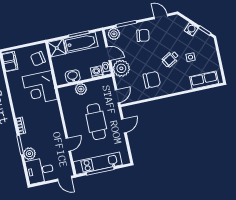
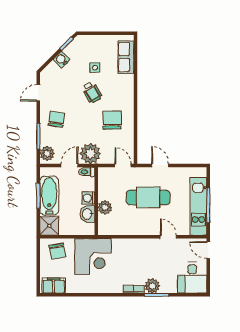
washing machine: (97, 72) -> (88, 198), moved
plant: (29, 154) -> (152, 286), moved
door: (65, 179) -> (208, 250), swing flipped

